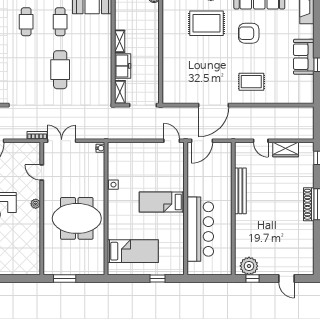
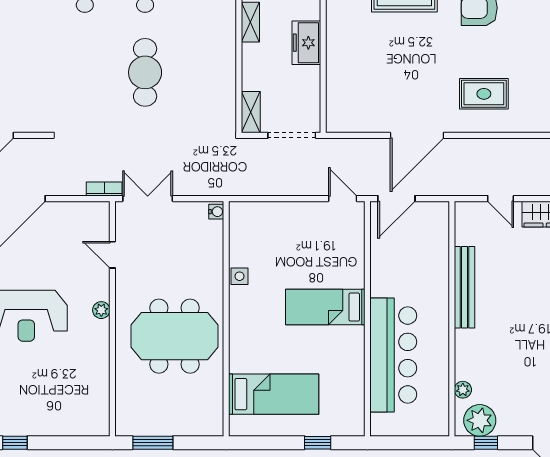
freezer: (123, 66) -> (306, 43), moved, turned 180
plant: (239, 249) -> (463, 390), added

